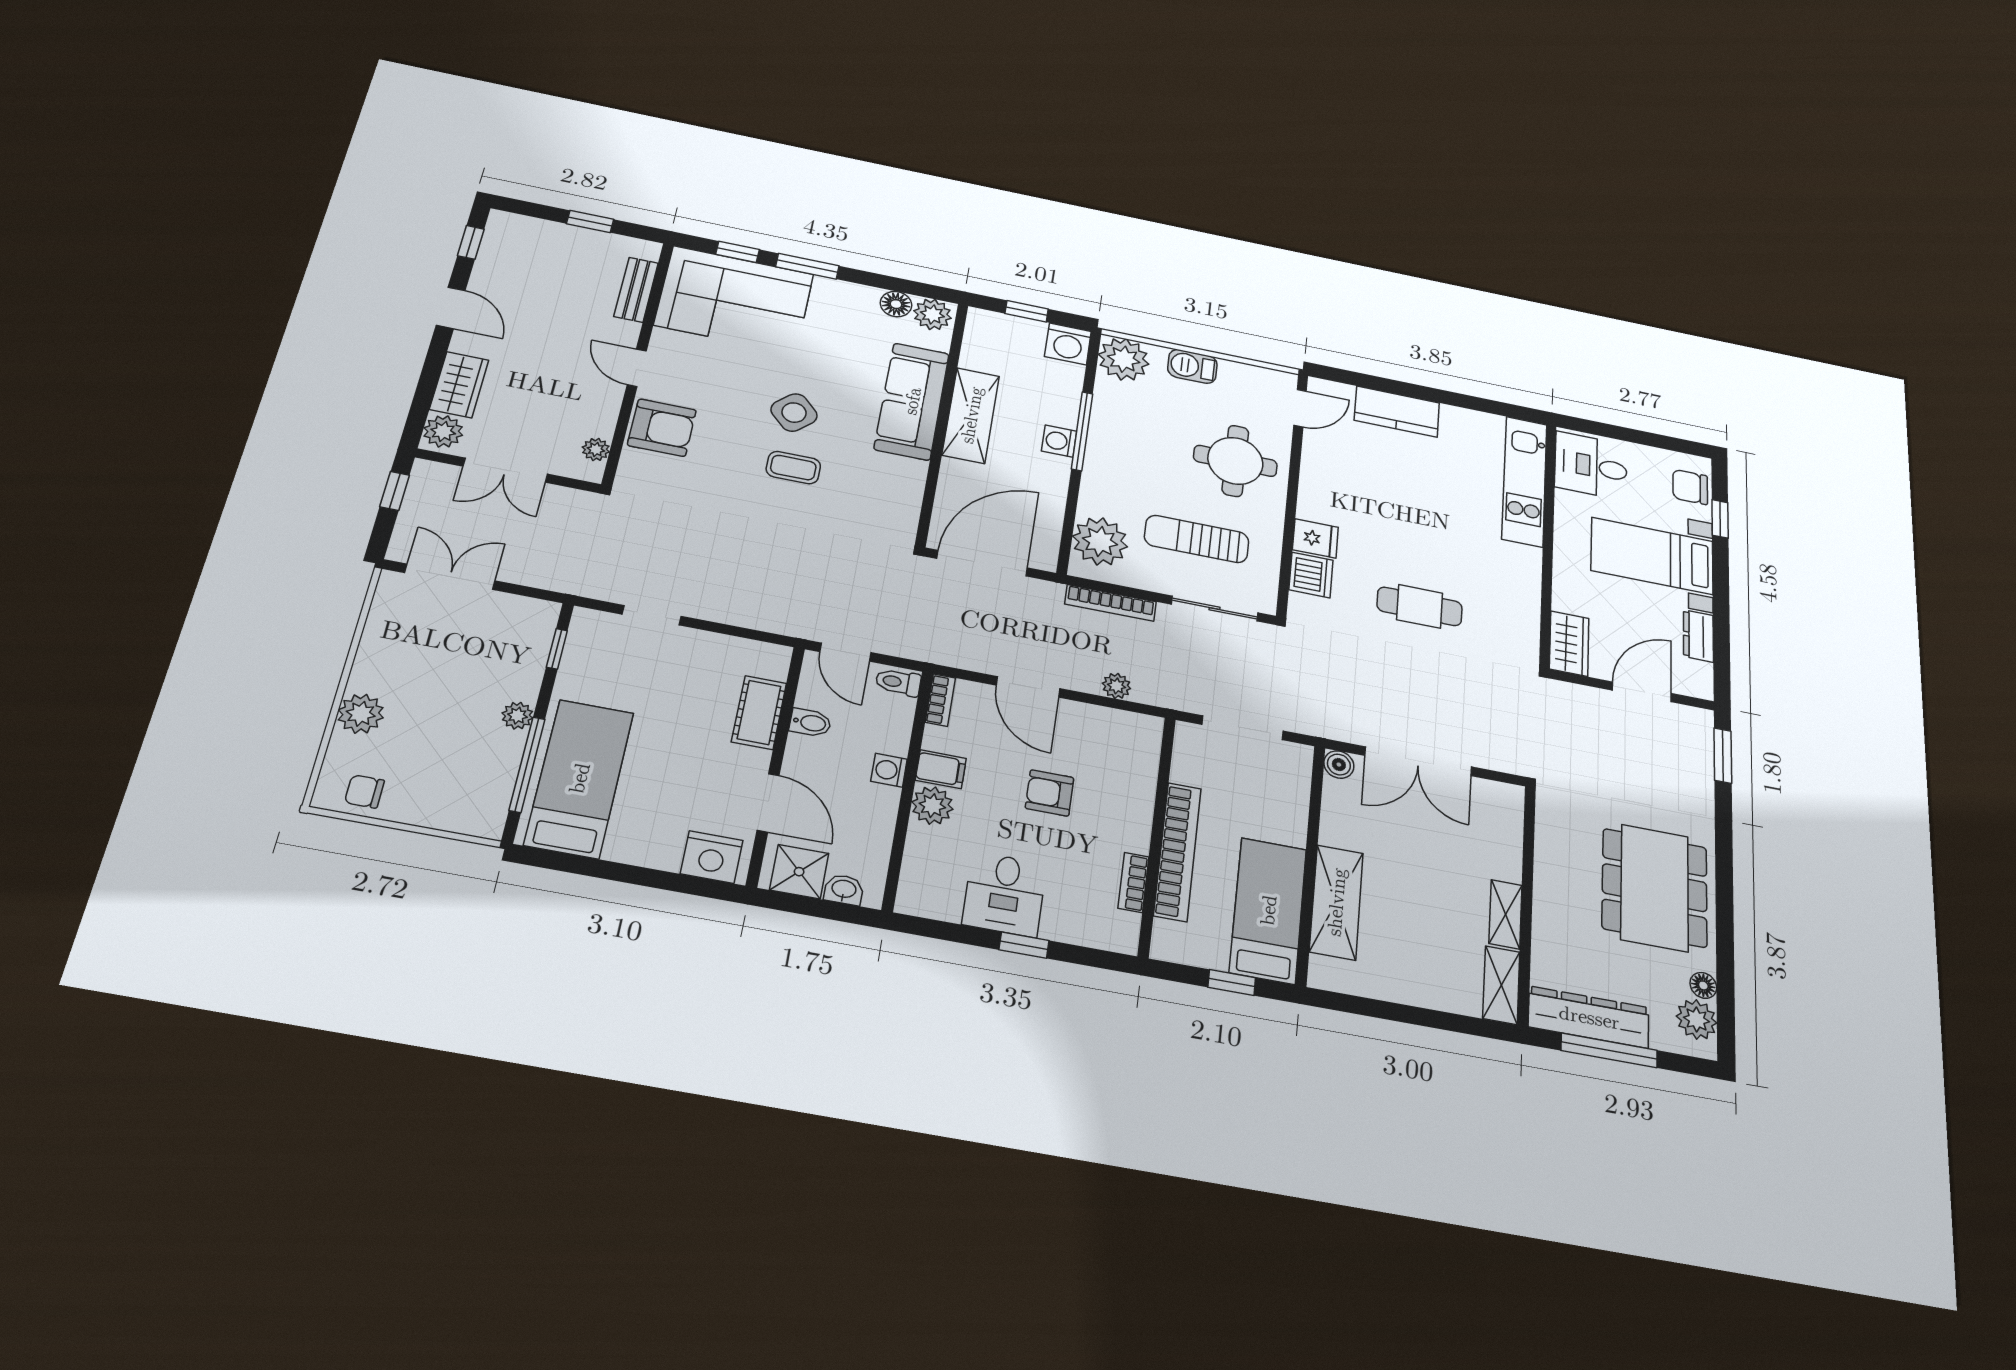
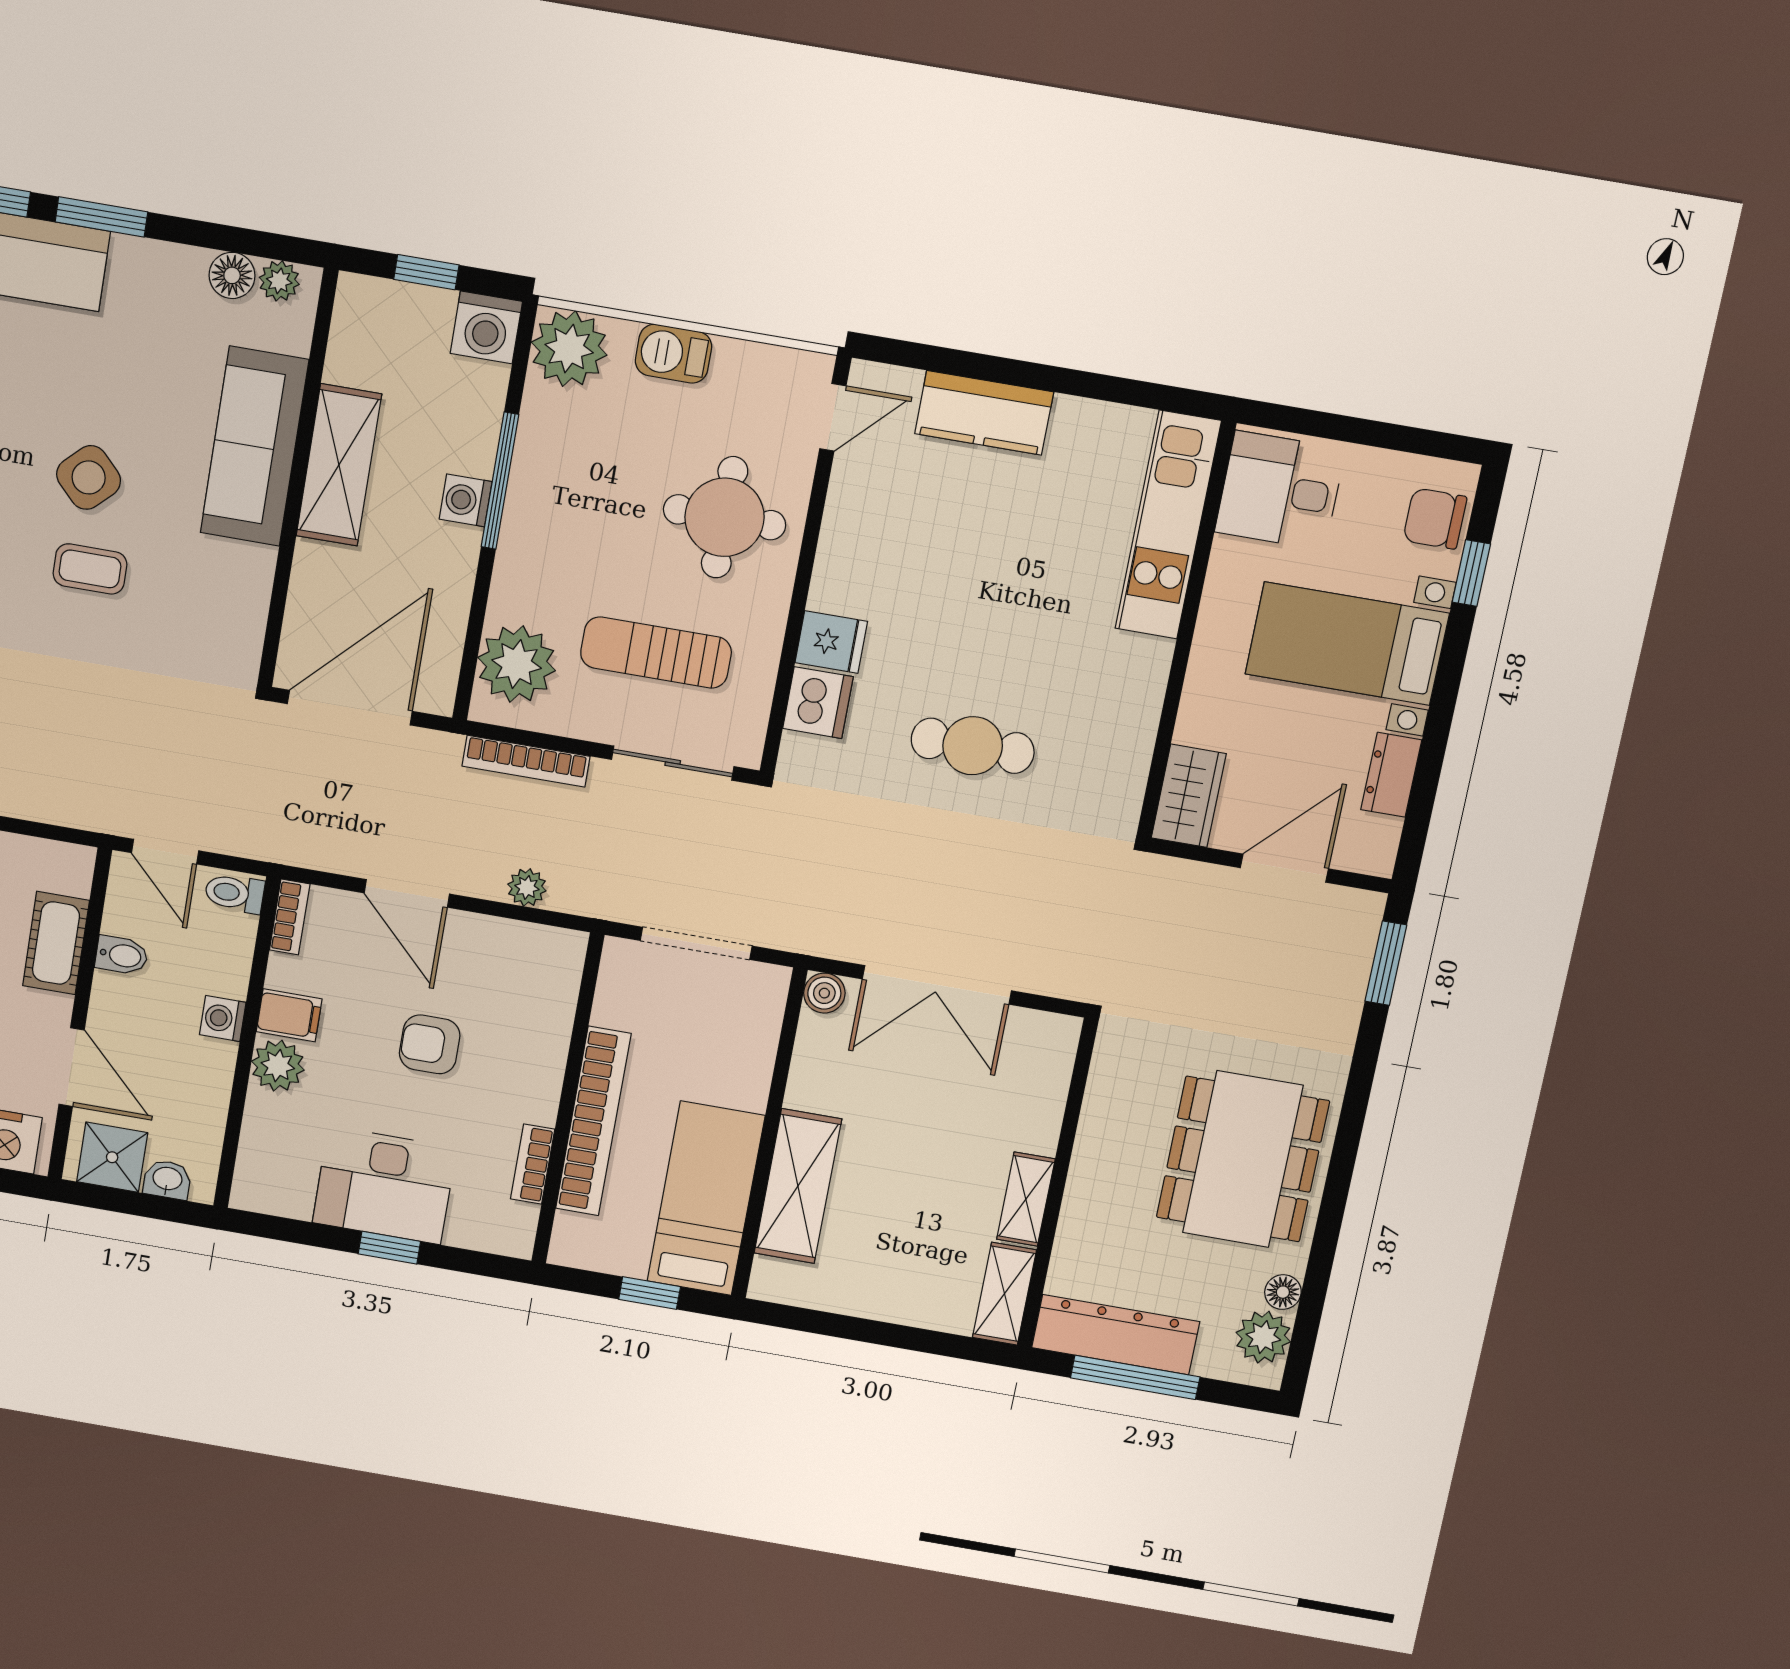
plant: (932, 314) -> (279, 281), width x0.73, depth x0.73
desk: (1004, 894) -> (384, 1185), width x1.37

